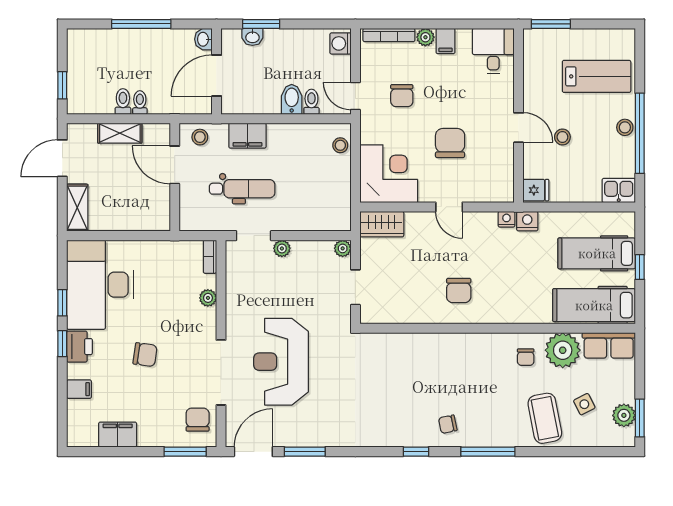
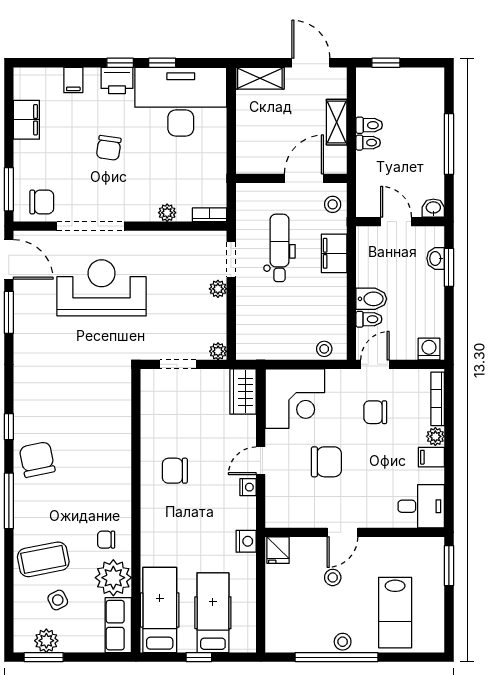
door: (217, 75) -> (396, 222), width x0.73
dental chair: (242, 189) -> (279, 248), turned 180
kitchen sink: (619, 190) -> (278, 635), removed
nightstand: (507, 219) -> (248, 487), moved
chair: (448, 424) -> (37, 459), width x1.87, depth x1.87

